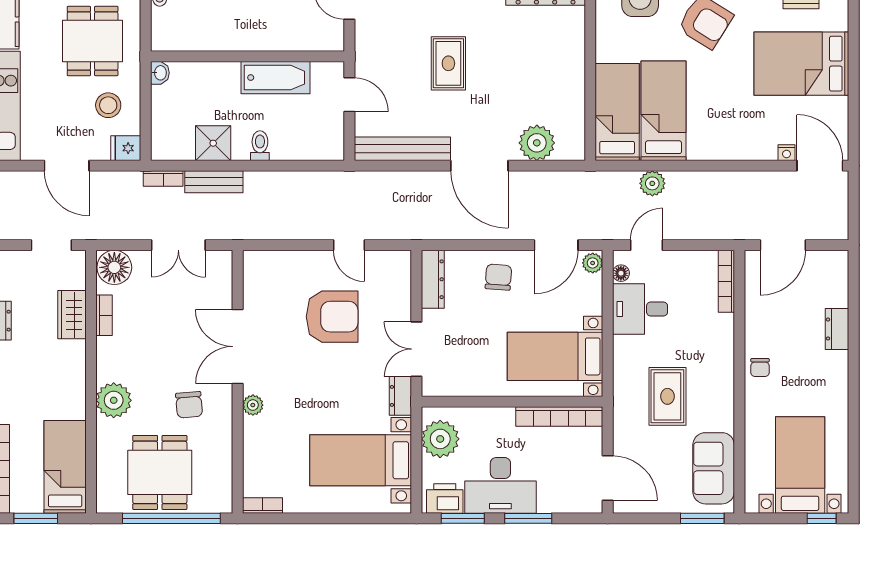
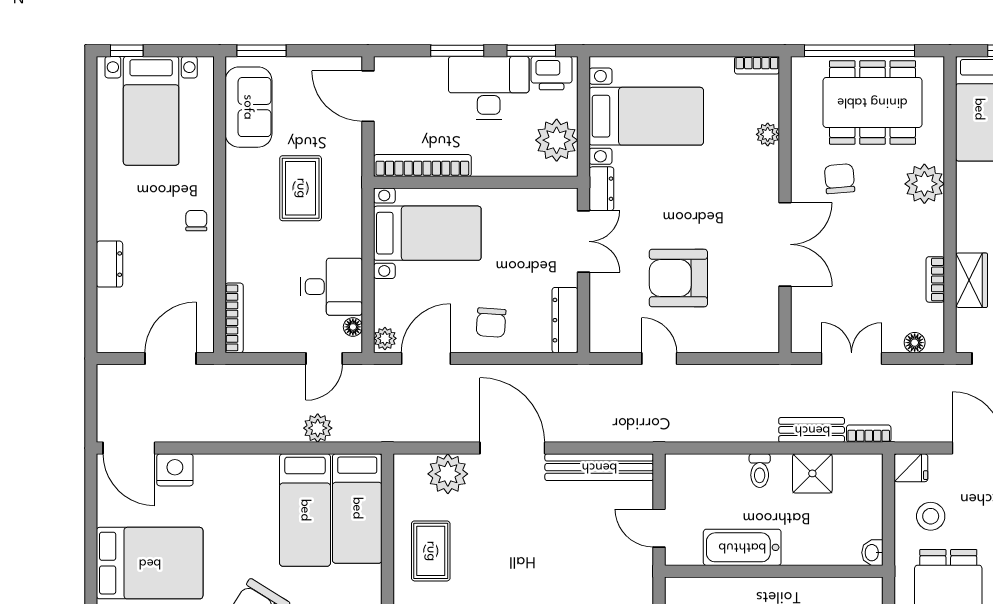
rug: (448, 63) -> (431, 551), moved
nightstand: (787, 153) -> (175, 470), width x1.89, depth x1.79
floor lamp: (114, 267) -> (915, 343), width x0.53, depth x0.53
plant: (253, 405) -> (768, 134), moved
dining table: (160, 472) -> (872, 102), width x1.38

